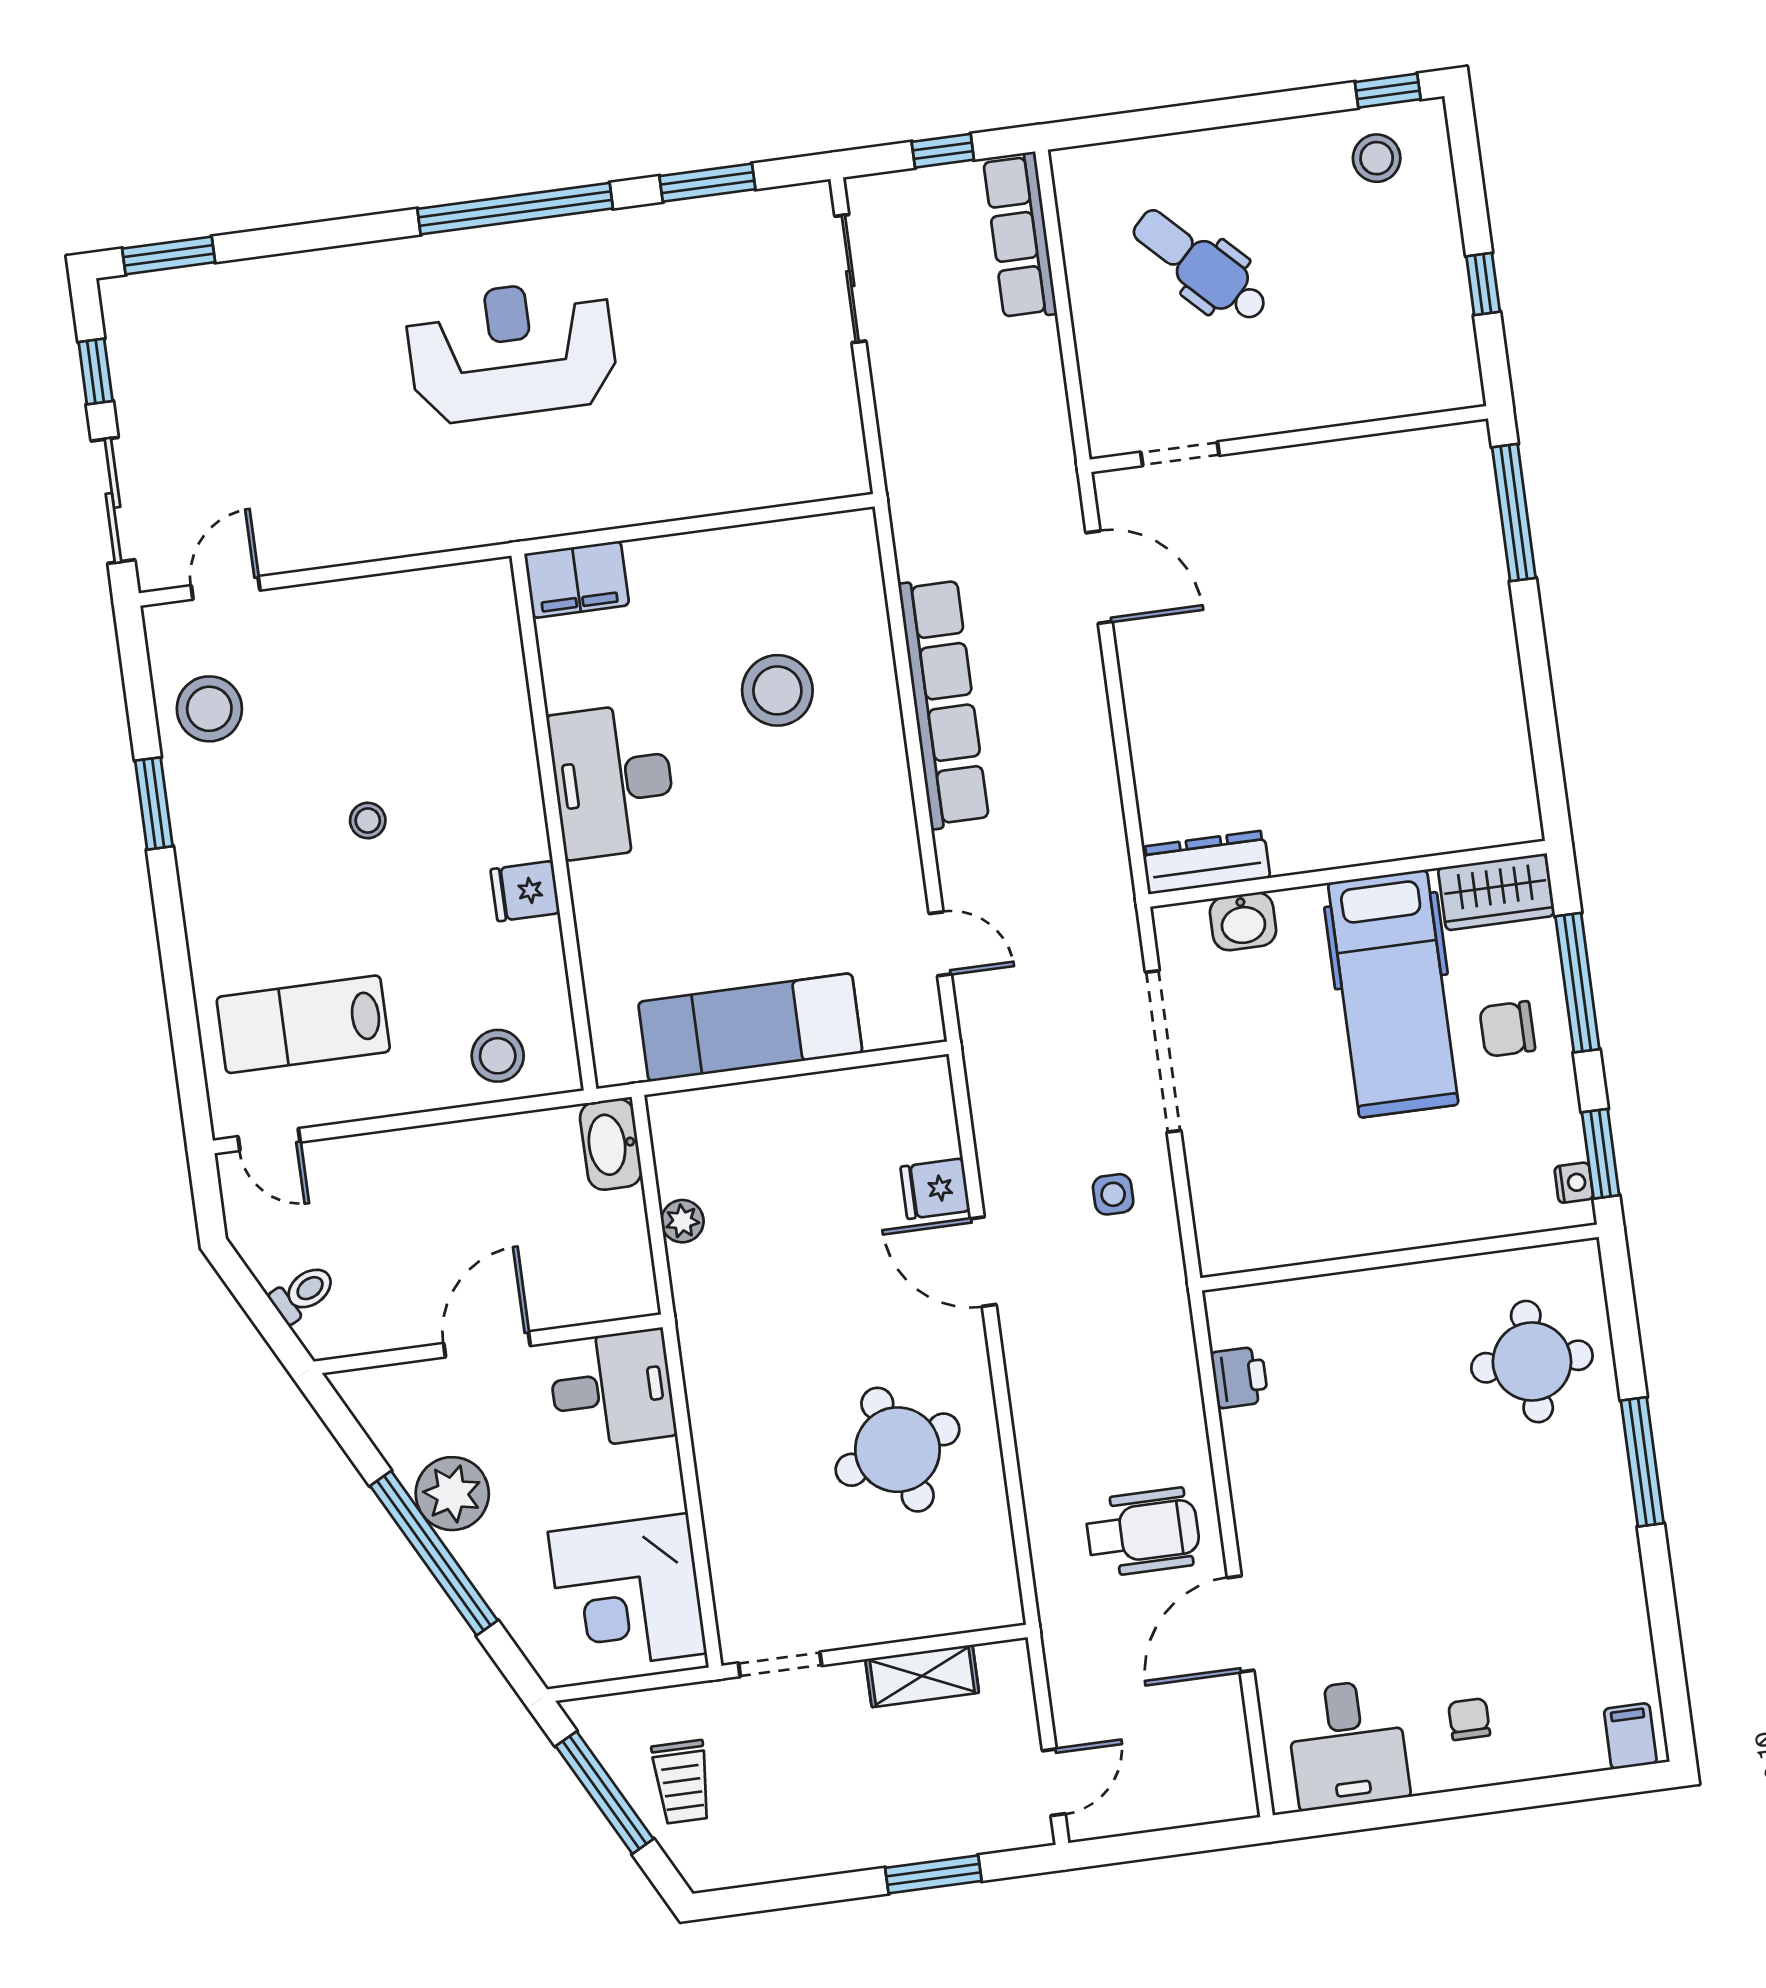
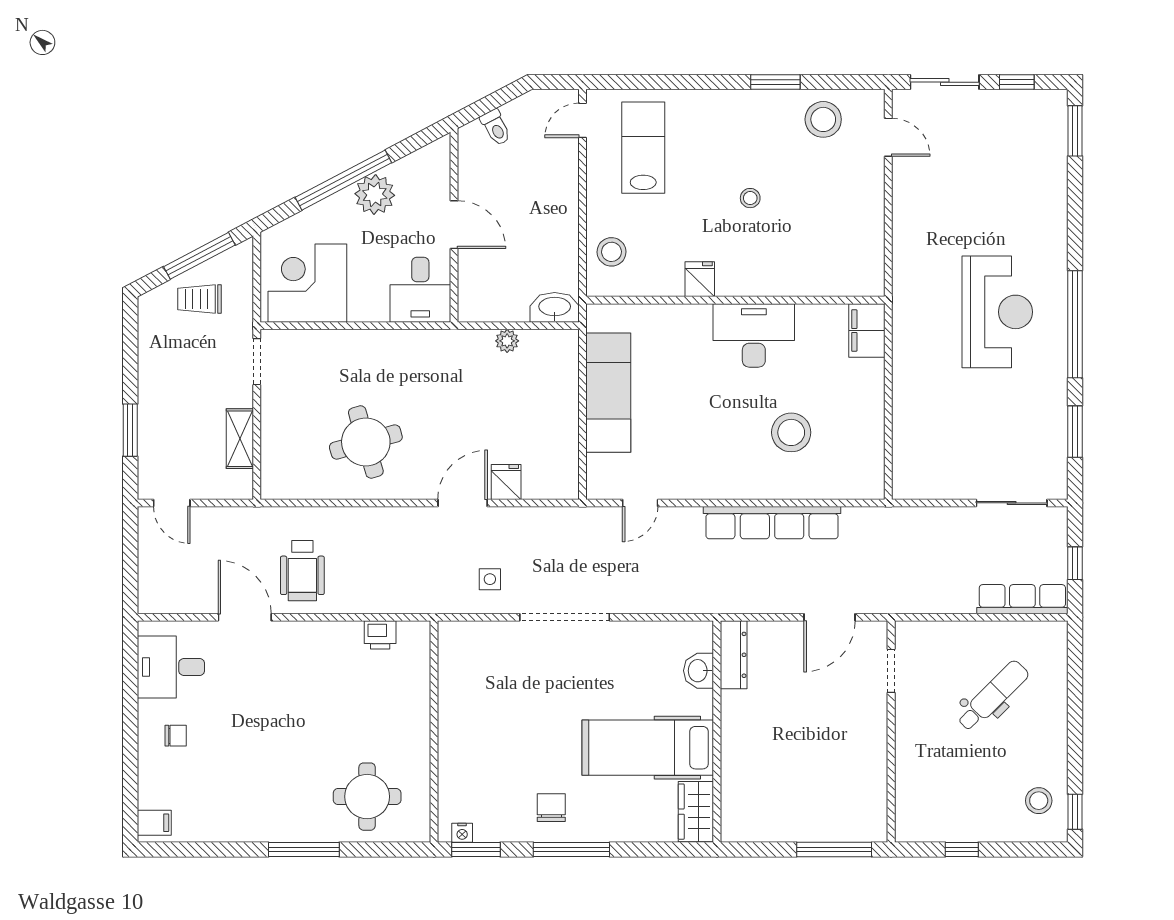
dresser: (1206, 862) -> (734, 655), moved
wall: (1348, 874) -> (717, 732), moved
wardrobe: (1496, 892) -> (696, 812), moved
washbasin: (1243, 921) -> (699, 671), moved
hospital bed: (1393, 994) -> (648, 748), moved

